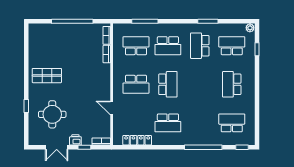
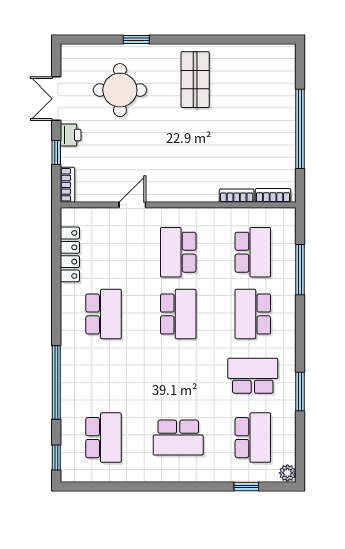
school desk: (168, 84) -> (178, 314), turned -90
school desk: (232, 84) -> (178, 438), turned 180
school desk: (168, 123) -> (103, 314), turned 180

